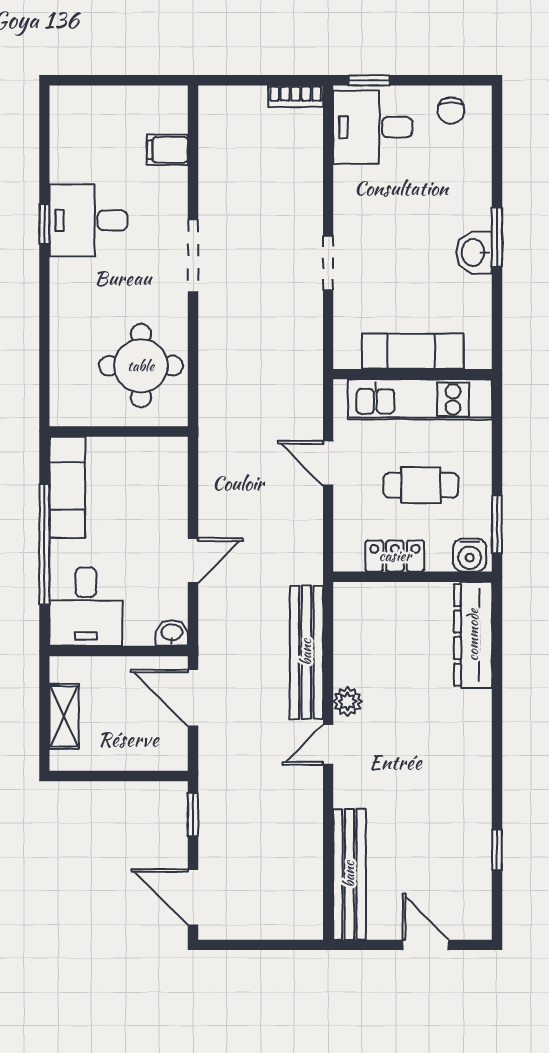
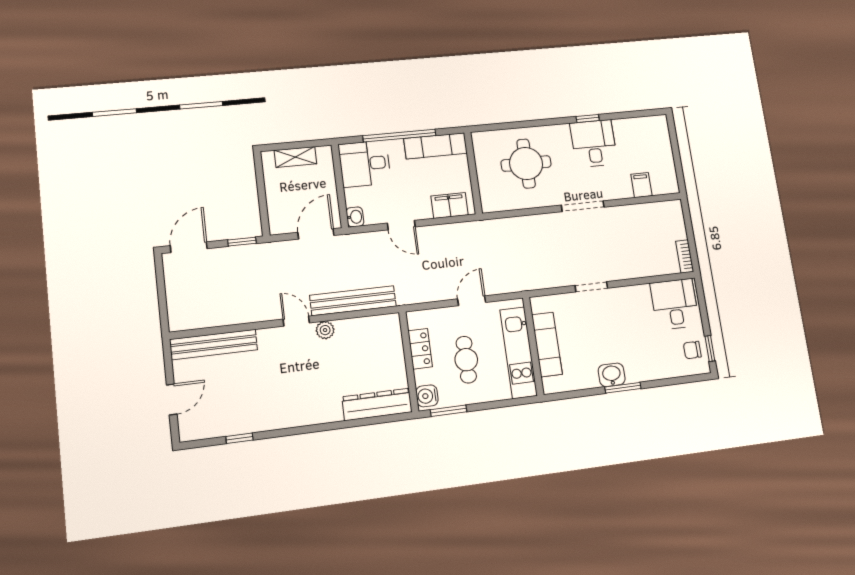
window: (369, 80) -> (710, 348), moved
round table: (141, 366) -> (526, 164), moved
filing cabinet: (169, 478) -> (450, 205), added

